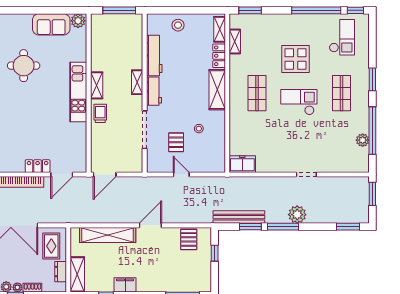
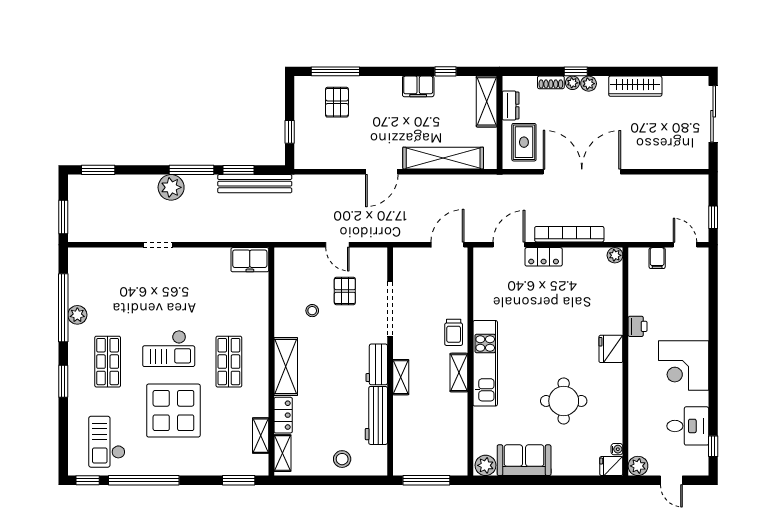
display table: (296, 59) -> (173, 411), width x1.36, depth x1.36
plant: (363, 140) -> (77, 315), moved
pallet: (189, 239) -> (337, 102), moved

